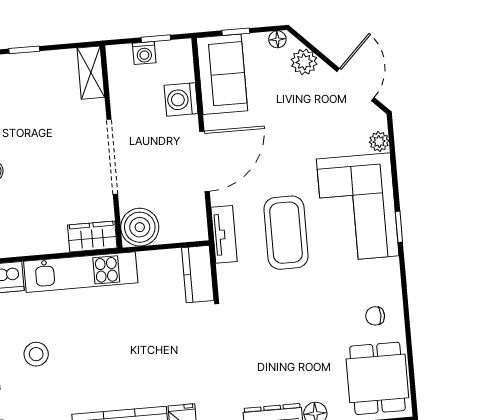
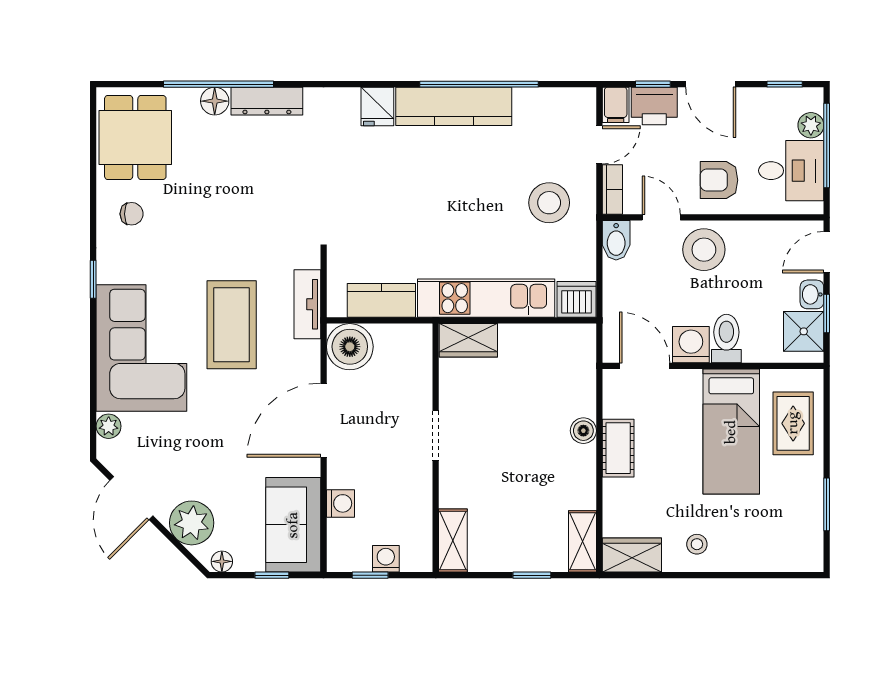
plant: (304, 62) -> (192, 523), width x1.36, depth x1.36
washing machine: (181, 99) -> (340, 503), width x0.73, depth x0.73
doorway: (112, 157) -> (436, 436), width x0.53
boiler: (140, 227) -> (350, 347), moved
window: (399, 227) -> (93, 279), moved
tv unit: (224, 234) -> (307, 304), moved
kitchen counter: (198, 274) -> (381, 300), moved, turned -90
stool: (36, 354) -> (549, 203), width x1.38, depth x1.38

